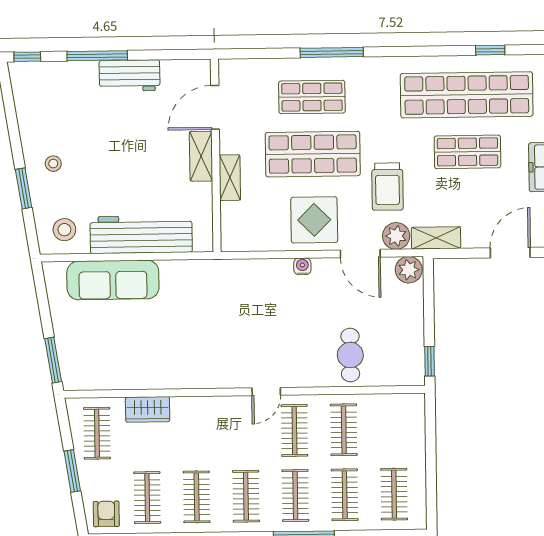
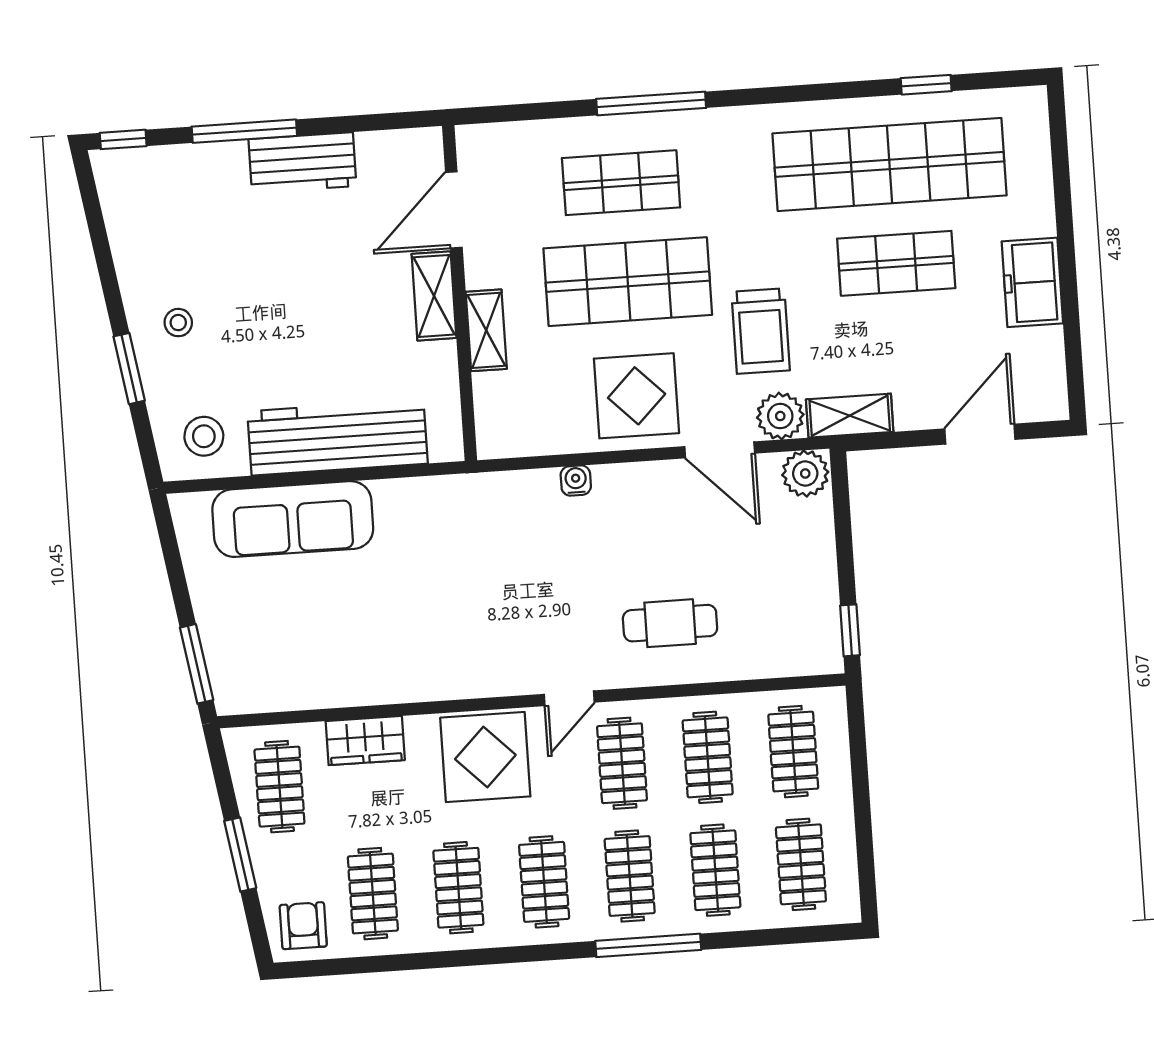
water cooler: (302, 266) -> (576, 481), moved
cafe table: (350, 355) -> (670, 623), moved, turned 90
display table: (216, 423) -> (485, 757), added
clothes rail: (393, 429) -> (793, 752), added

